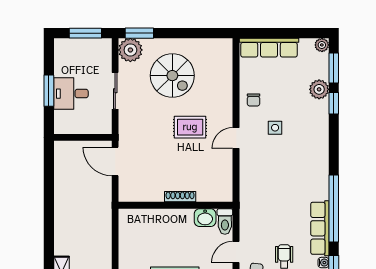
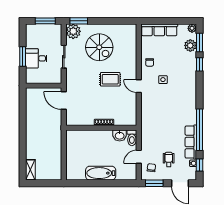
plant: (319, 89) -> (190, 45), moved
door: (236, 138) -> (139, 86), hinge flipped

